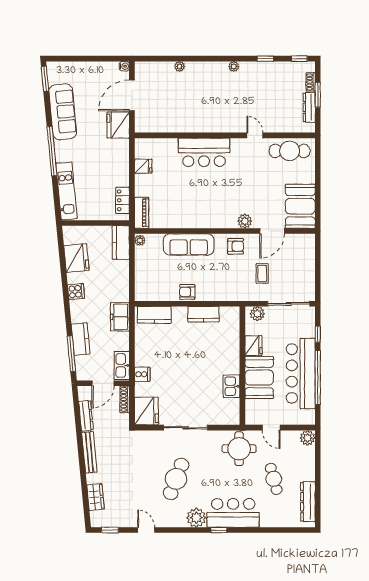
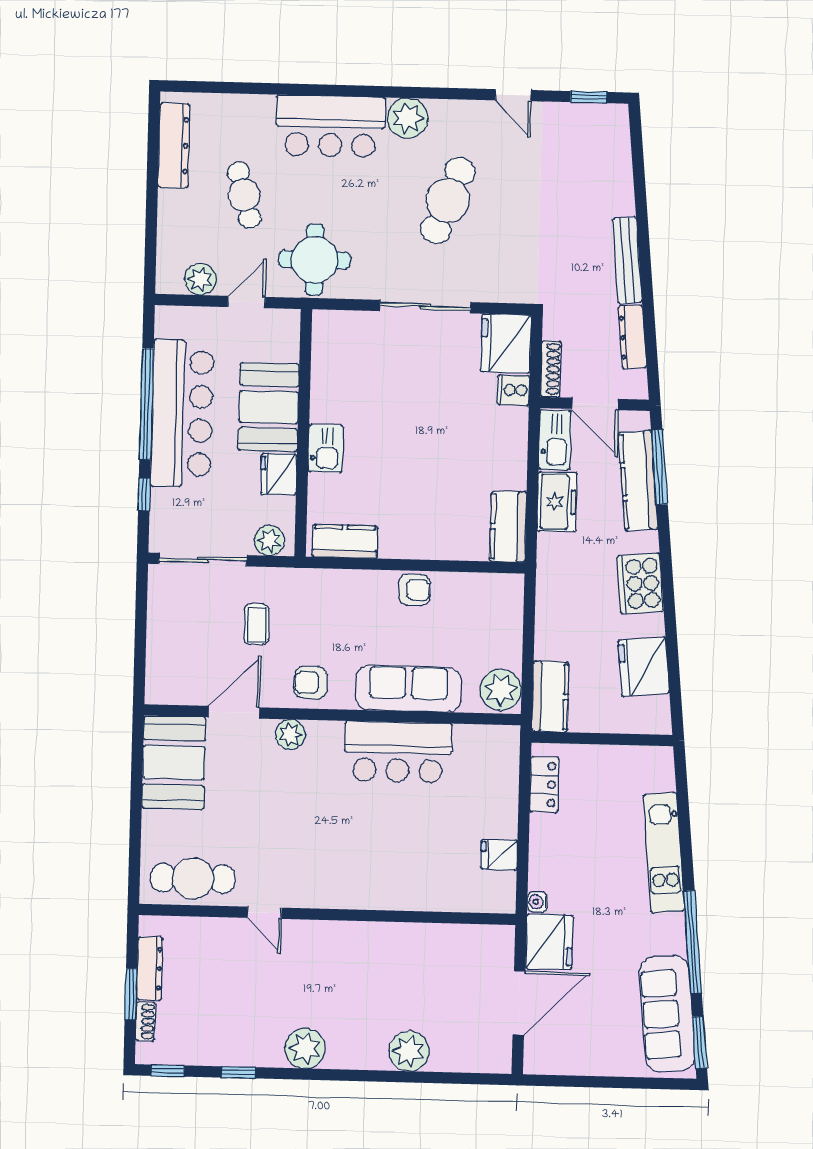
water cooler: (124, 66) -> (537, 902), moved
plant: (180, 66) -> (409, 1051), width x1.88, depth x1.88
plant: (234, 67) -> (305, 1048), width x1.88, depth x1.88
sofa: (63, 112) -> (667, 1014), moved
window: (52, 151) -> (693, 942), moved
bar counter: (204, 152) -> (398, 752), moved, turned 180
kitchen unit: (67, 191) -> (664, 853), moved
piano: (142, 213) -> (505, 758), removed
plant: (140, 240) -> (501, 690), width x1.88, depth x1.88
cooker: (76, 292) -> (640, 584), width x1.87, depth x1.31
kitchen counter: (203, 314) -> (345, 541), moved
kitchen counter: (154, 315) -> (508, 527), moved, turned -90
freezer: (120, 317) -> (557, 502), moved
kitchen counter: (81, 339) -> (638, 481), width x1.50
cooker: (142, 374) -> (514, 390), moved
door: (103, 383) -> (595, 404), swing flipped
kitchen sink: (231, 386) -> (326, 449), moved
door: (271, 428) -> (246, 302), hinge flipped
plant: (308, 438) -> (200, 279), moved
wardrobe: (95, 497) -> (617, 167), removed
window: (219, 530) -> (361, 91), removed

